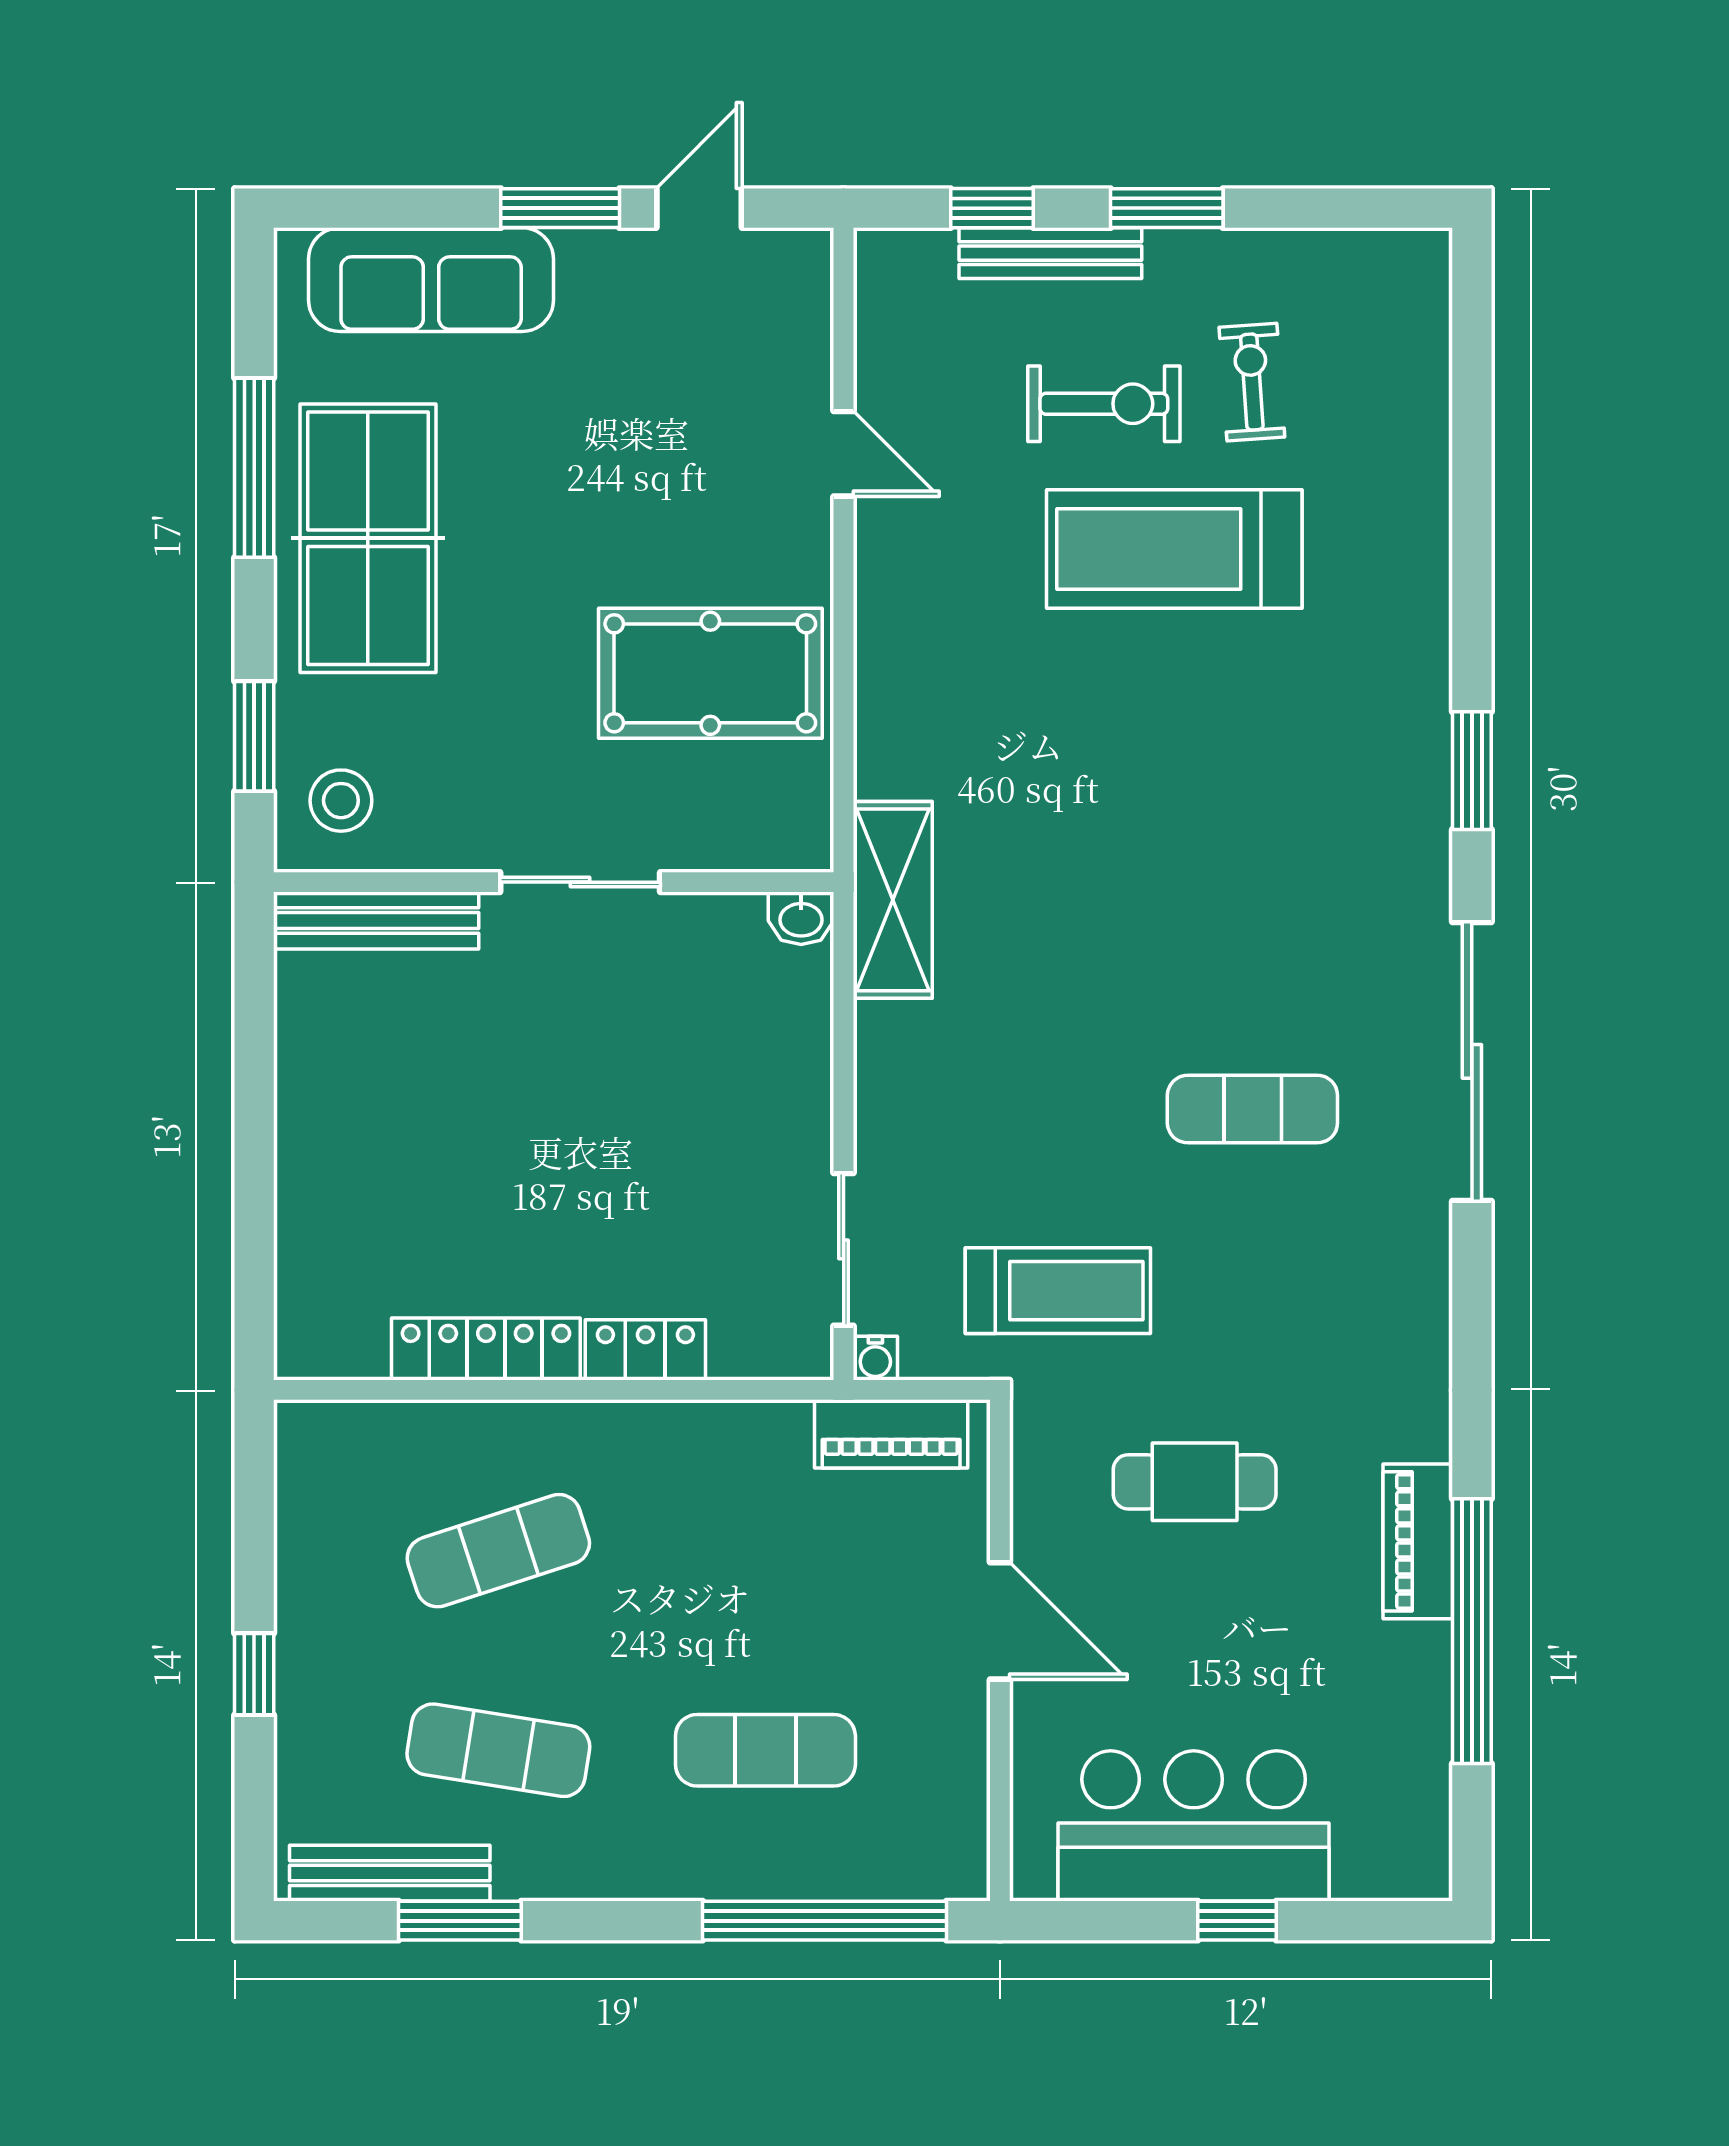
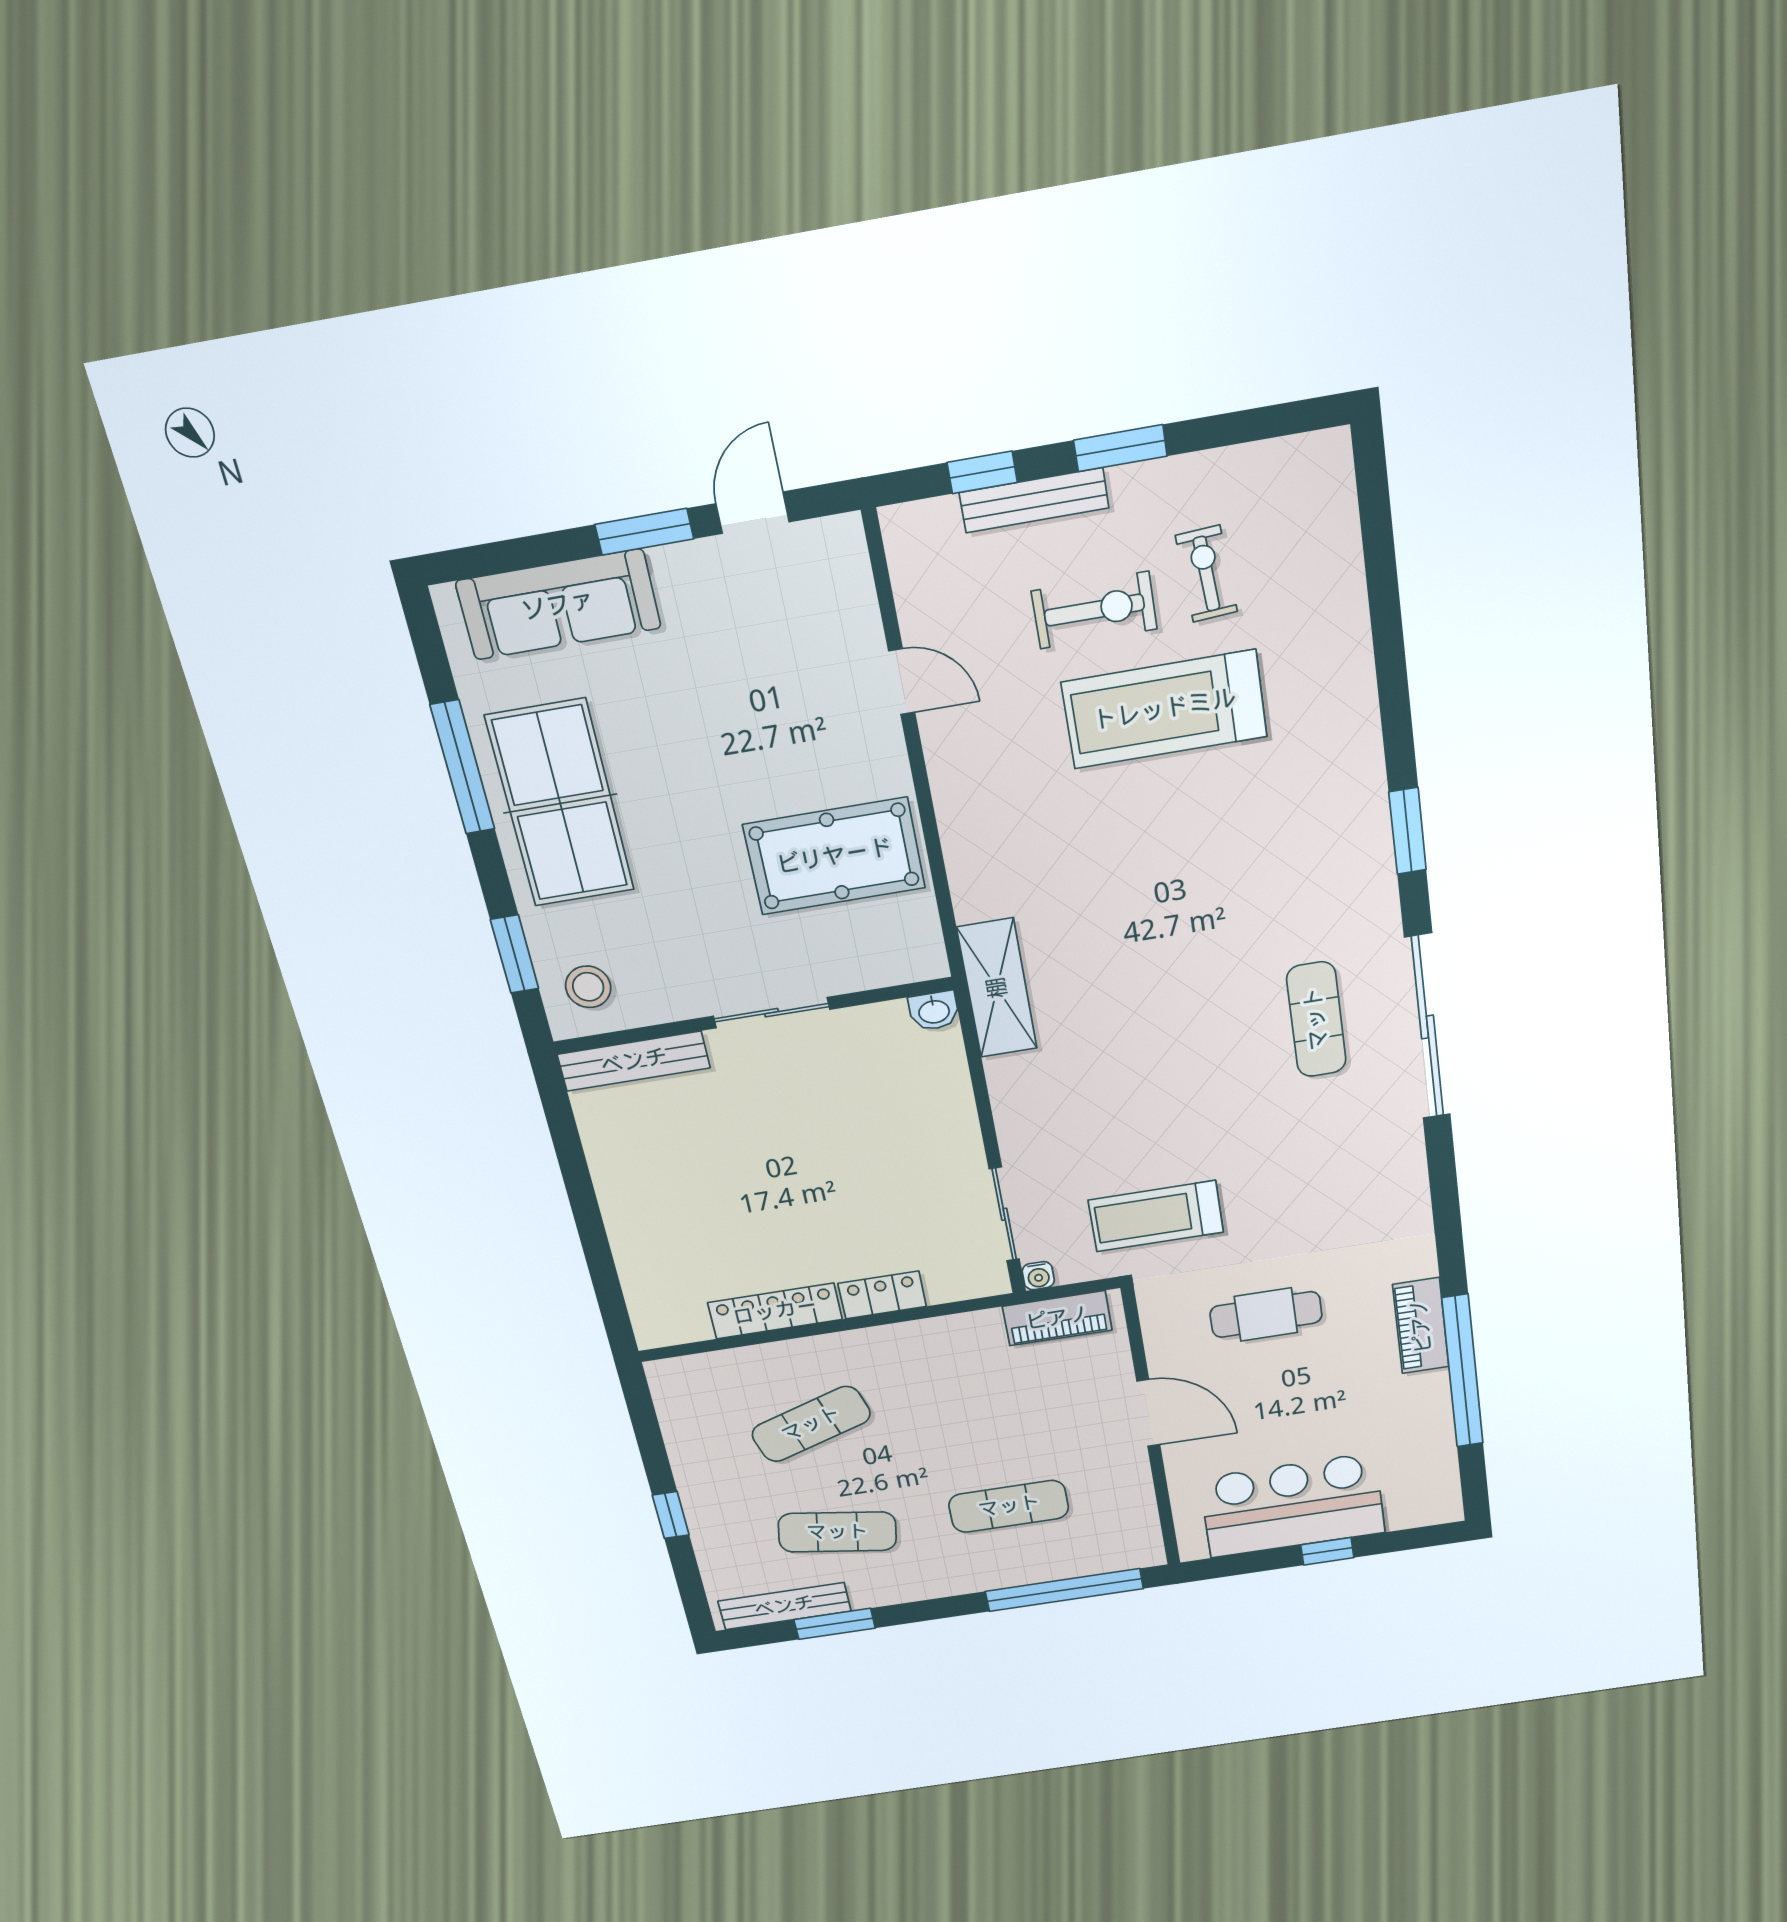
exercise mat: (1252, 1109) -> (1316, 1019), moved, turned 90
treadmill: (1058, 1291) -> (1156, 1216), turned 180

